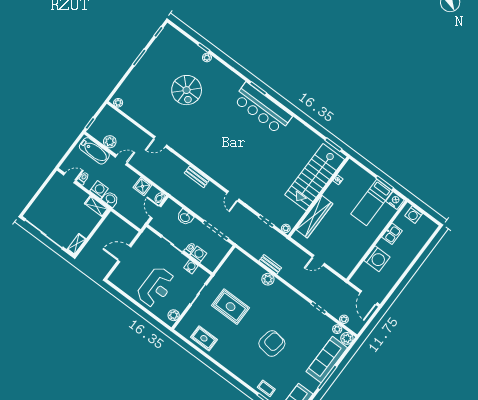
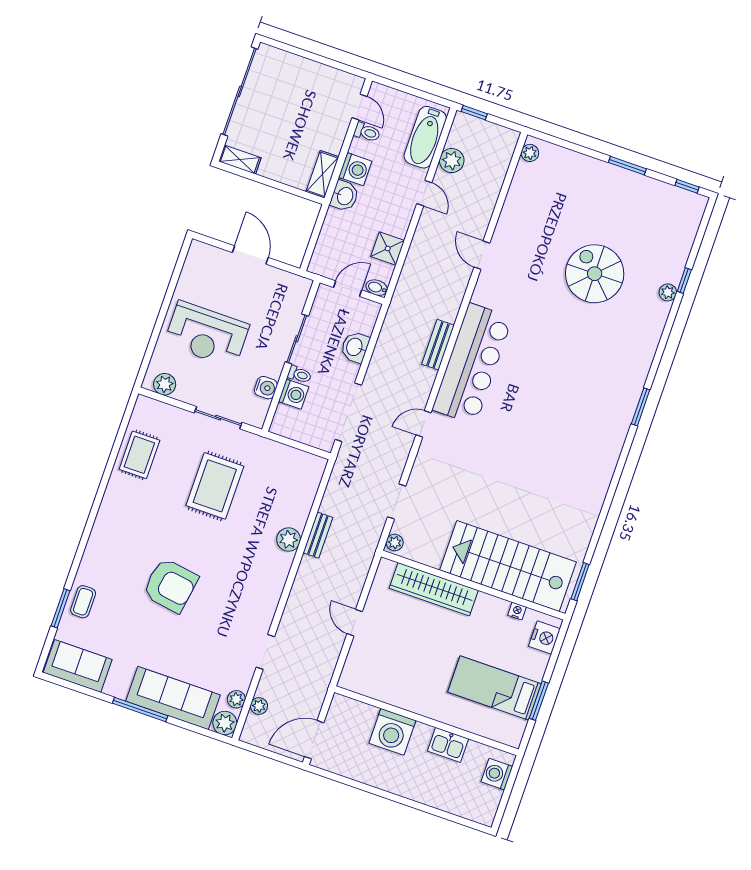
spiral stairs: (187, 90) -> (595, 274), turned 90
bar counter: (262, 108) -> (472, 364), moved, turned 180
nightstand: (395, 201) -> (544, 638), moved

